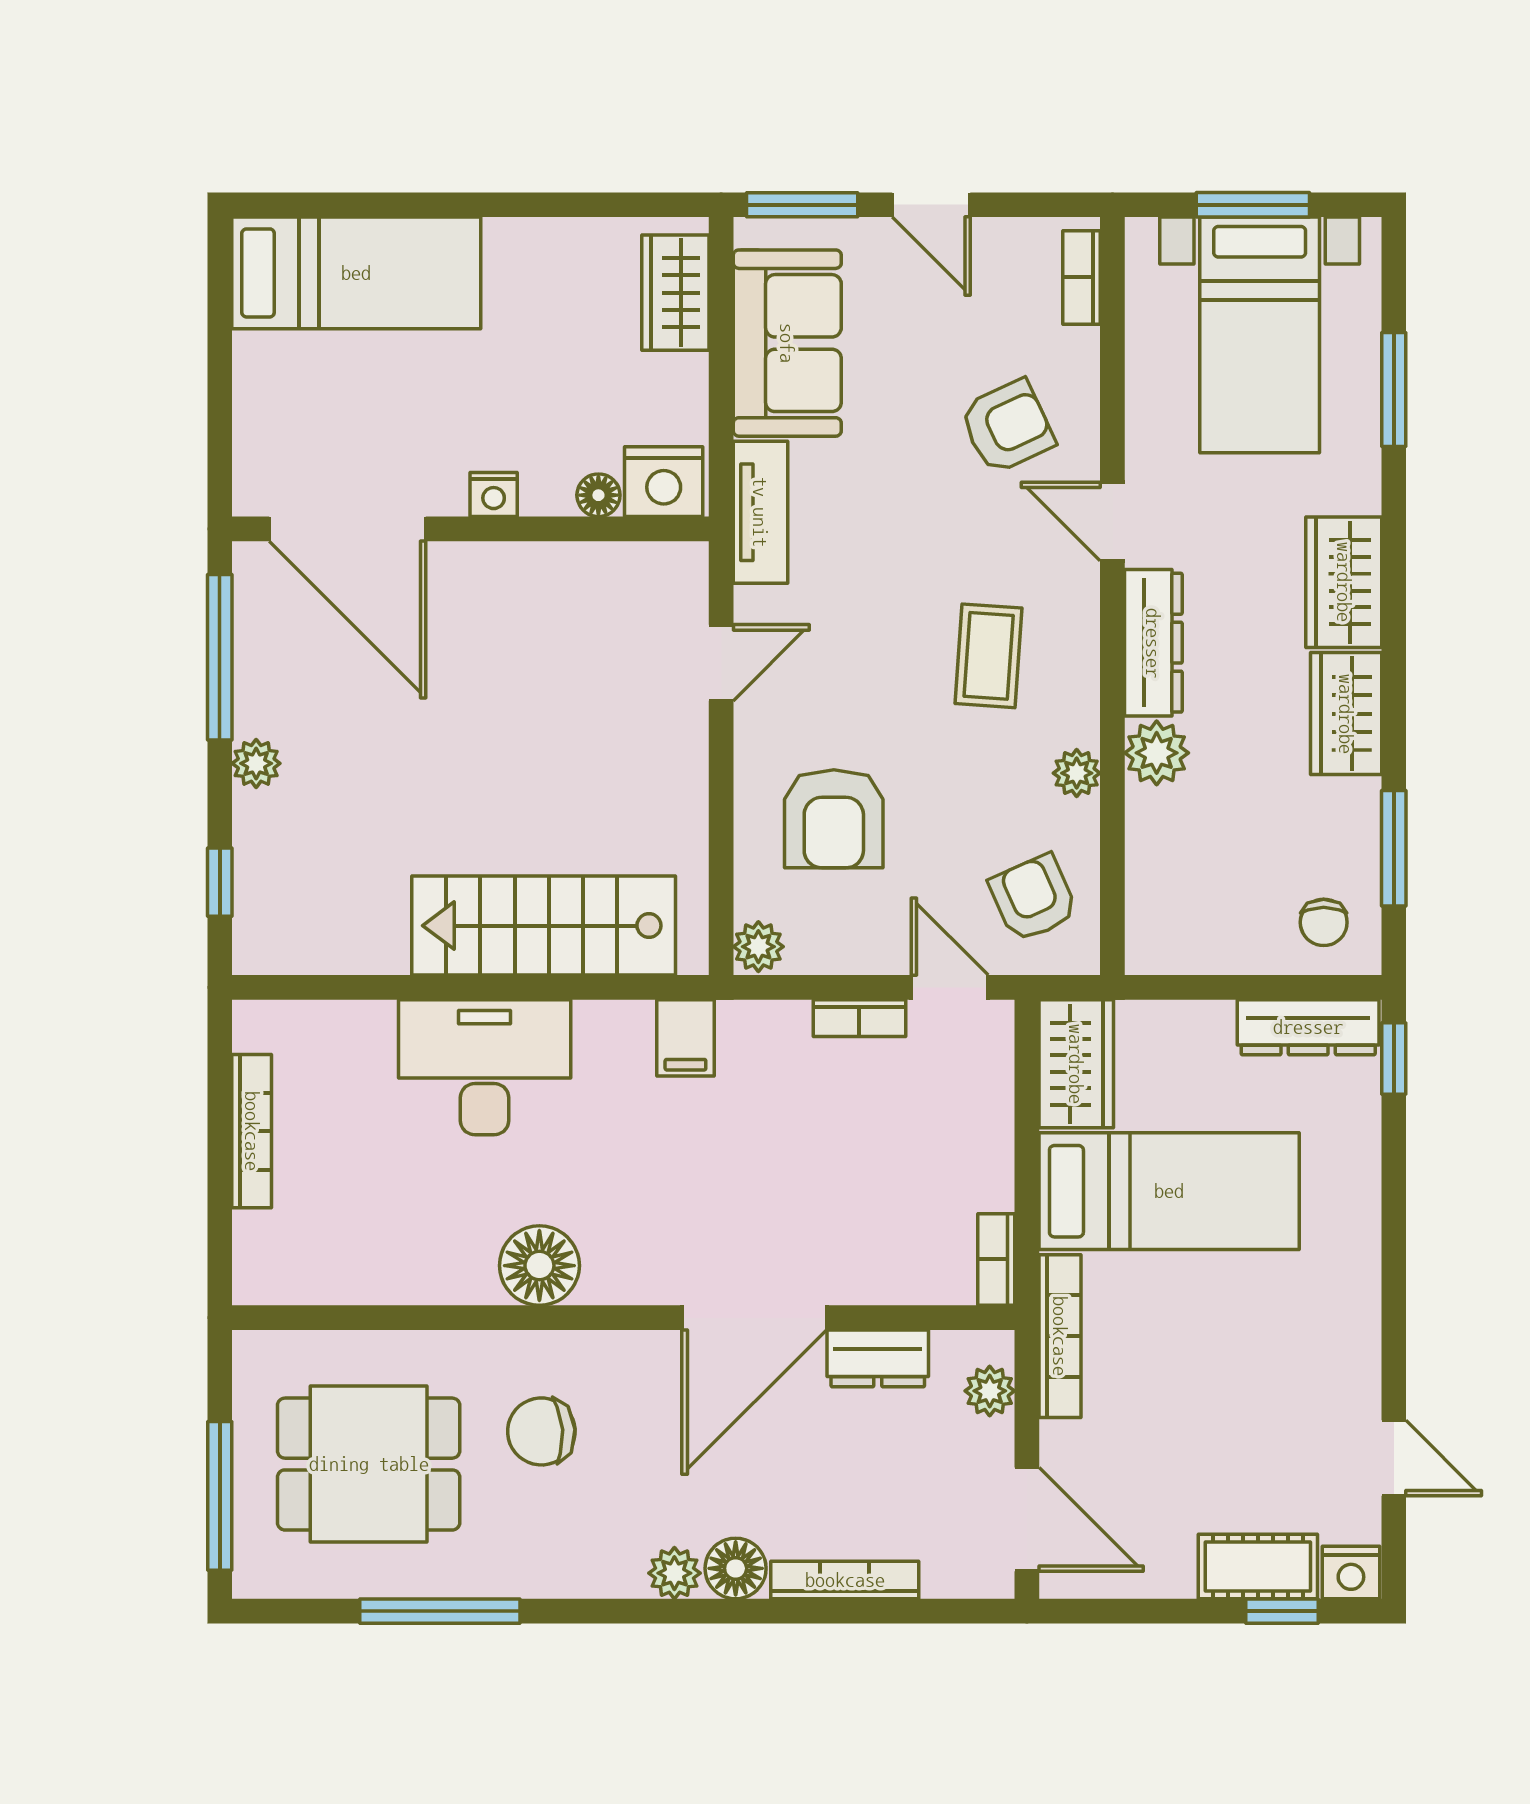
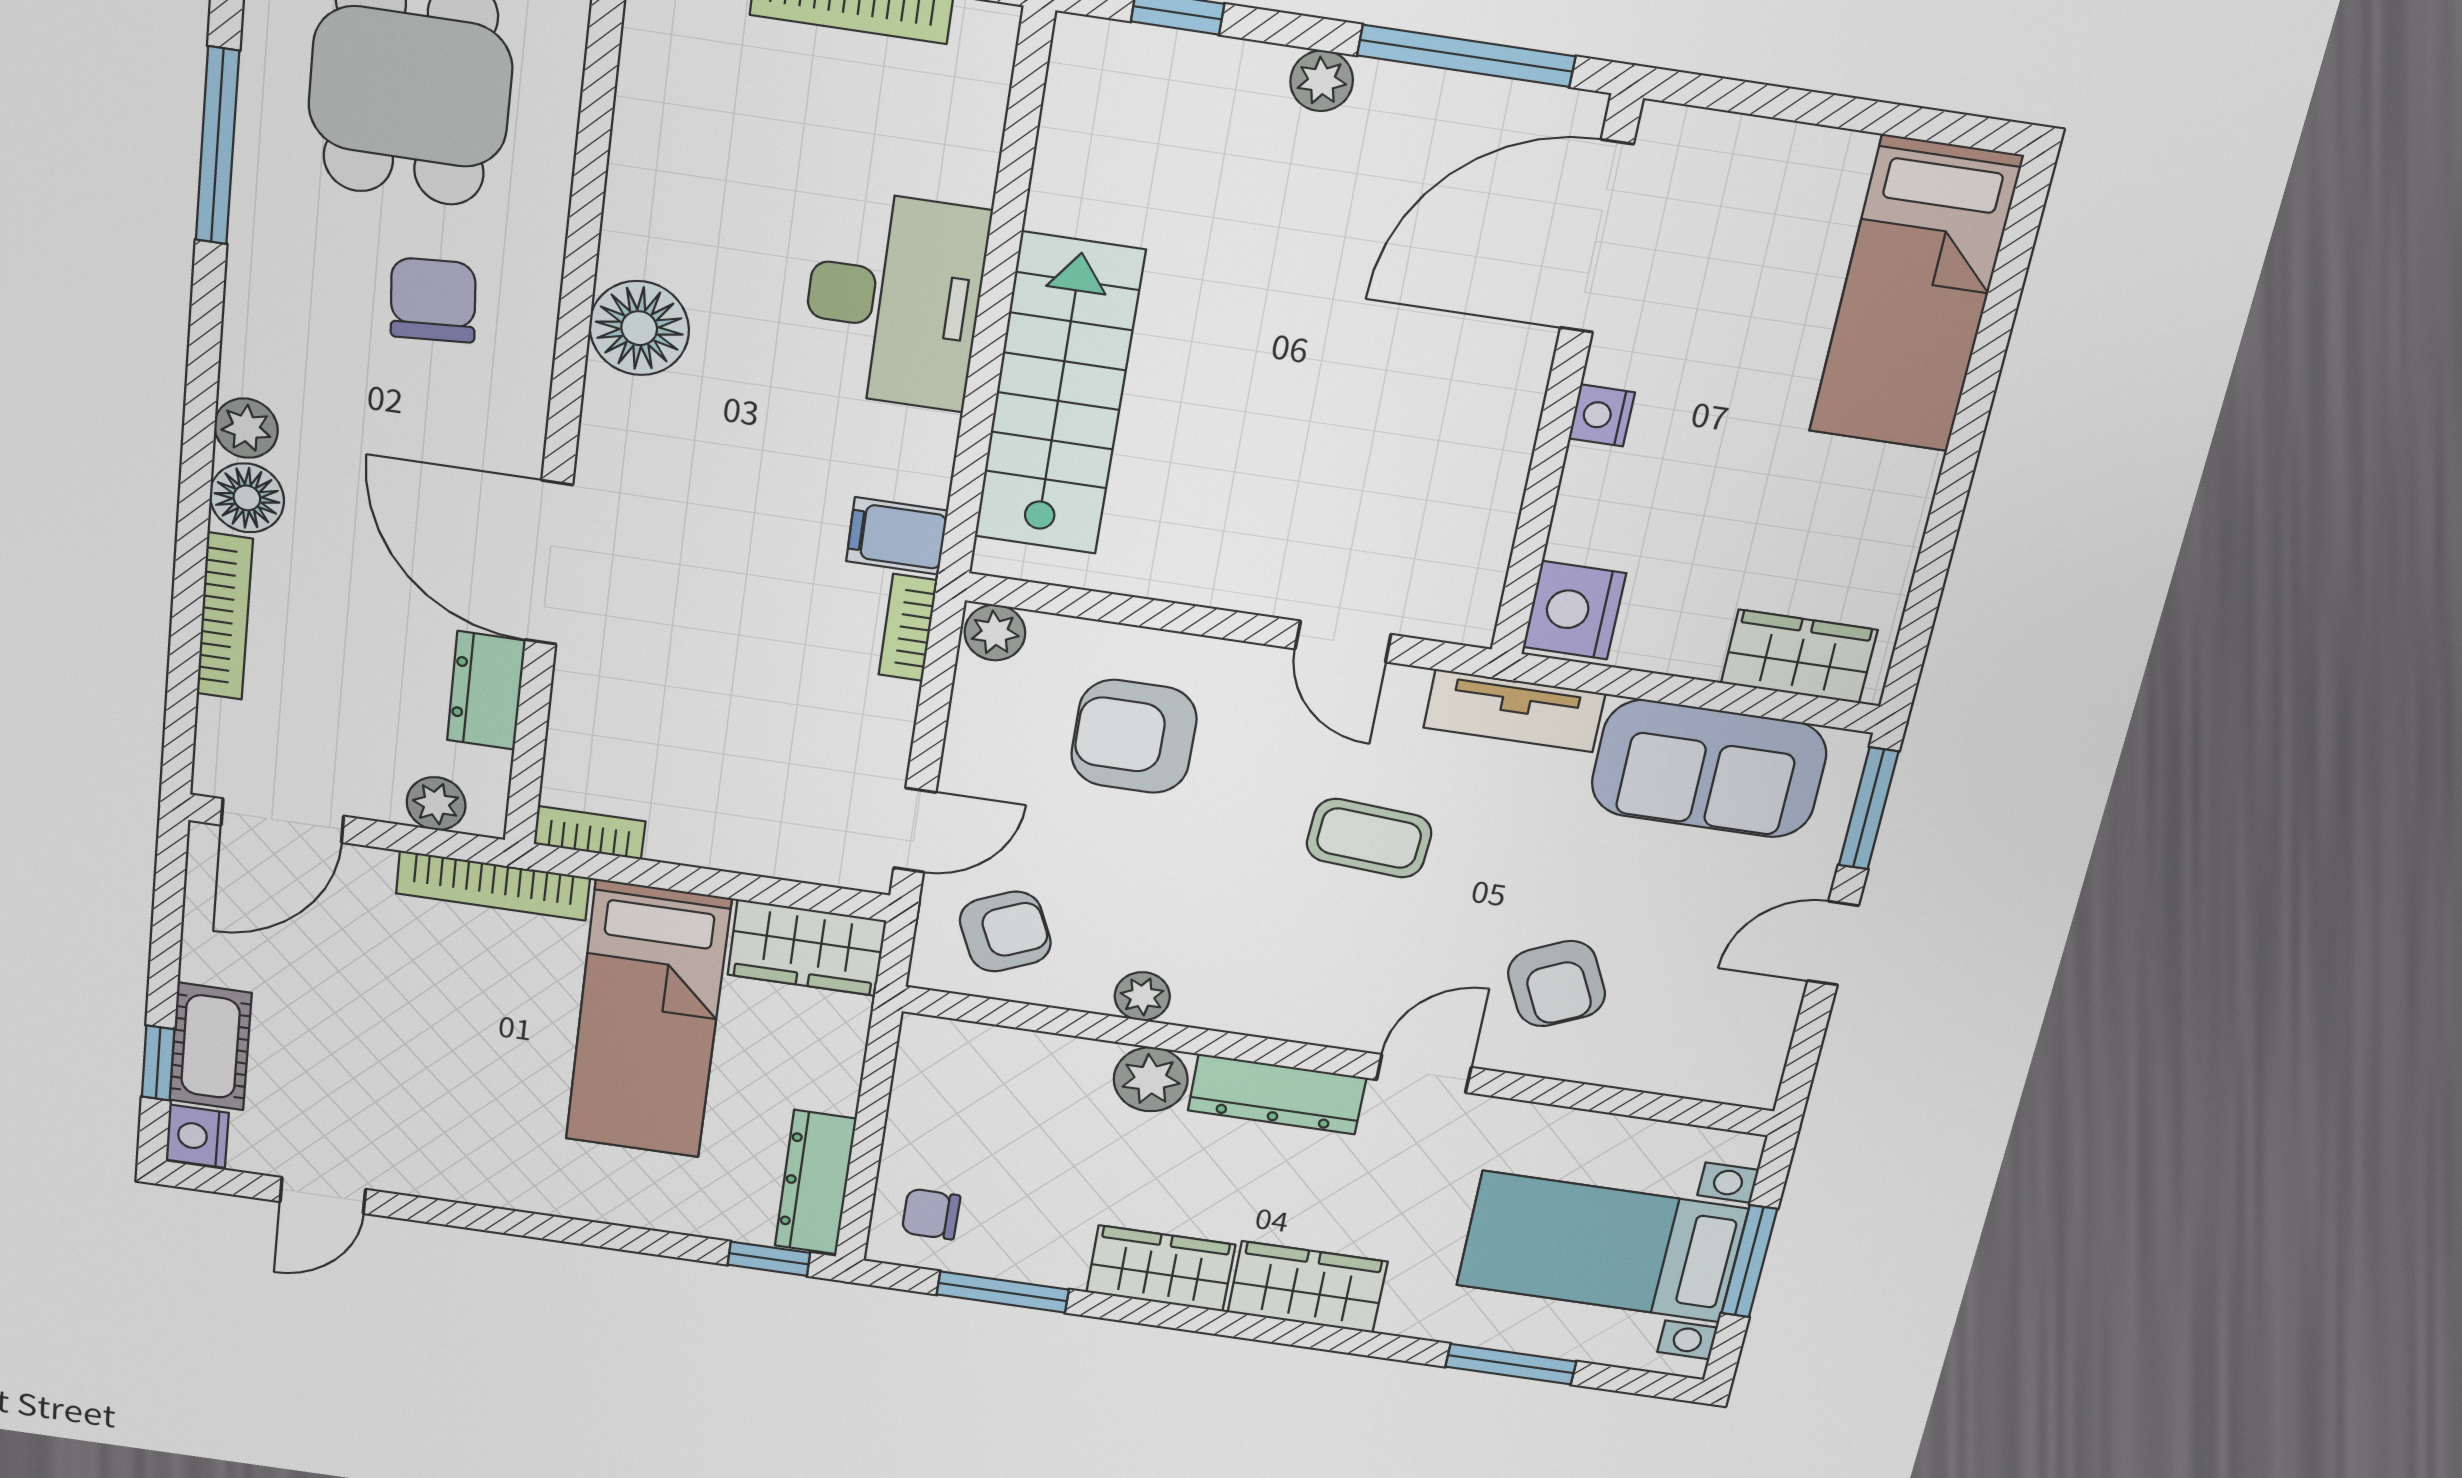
bookcase: (1082, 277) -> (1710, 1083), removed
floor lamp: (598, 495) -> (1574, 535), removed
coffee table: (989, 656) -> (1369, 838), moved
bookcase: (859, 1018) -> (908, 627), moved

